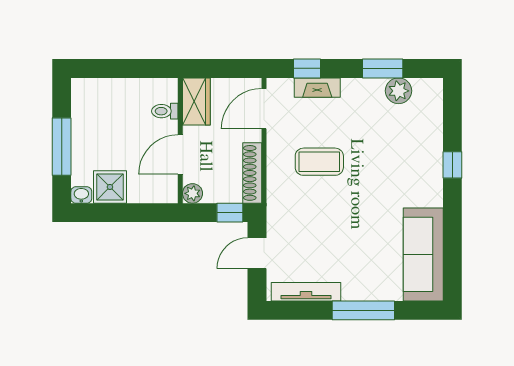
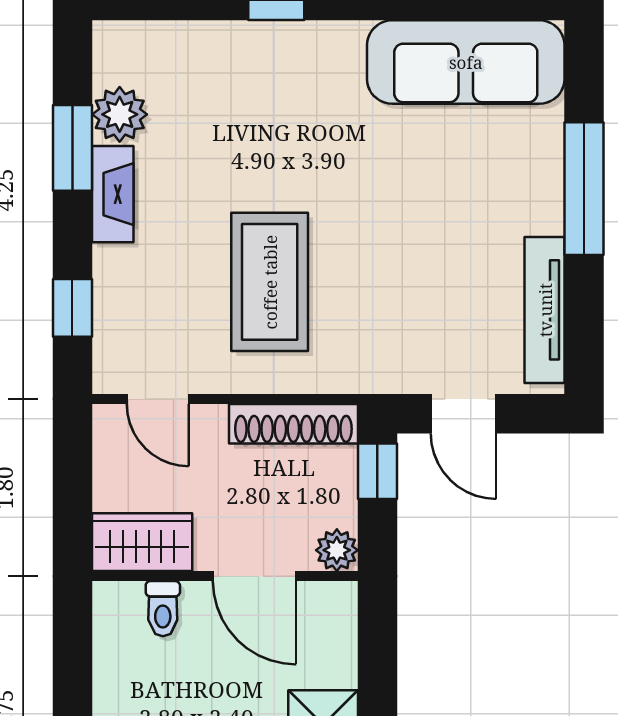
fireplace: (317, 88) -> (113, 194), moved
door: (264, 109) -> (158, 399), width x0.73
coffee table: (319, 162) -> (270, 282), width x1.36, depth x1.32

